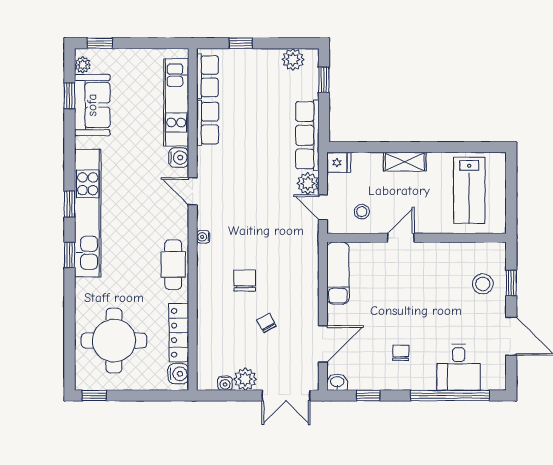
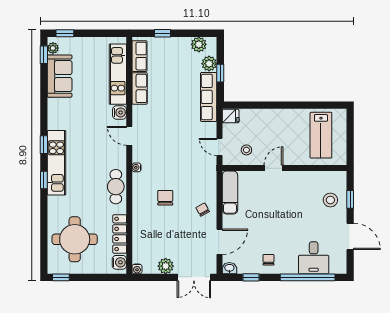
window: (324, 80) -> (220, 73), moved
window: (69, 96) -> (44, 55), moved
shelving: (405, 162) -> (276, 115), removed
plant: (308, 183) -> (209, 64), moved
kitchen unit: (88, 213) -> (56, 163), width x0.73
chair: (267, 323) -> (203, 210), moved
chair: (401, 353) -> (268, 260), moved
water cooler: (225, 383) -> (137, 269), moved

